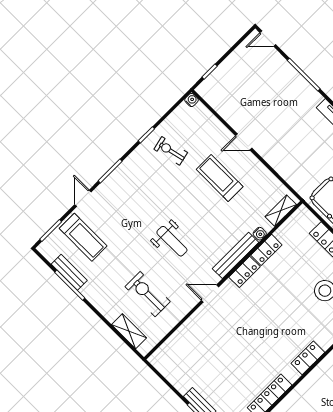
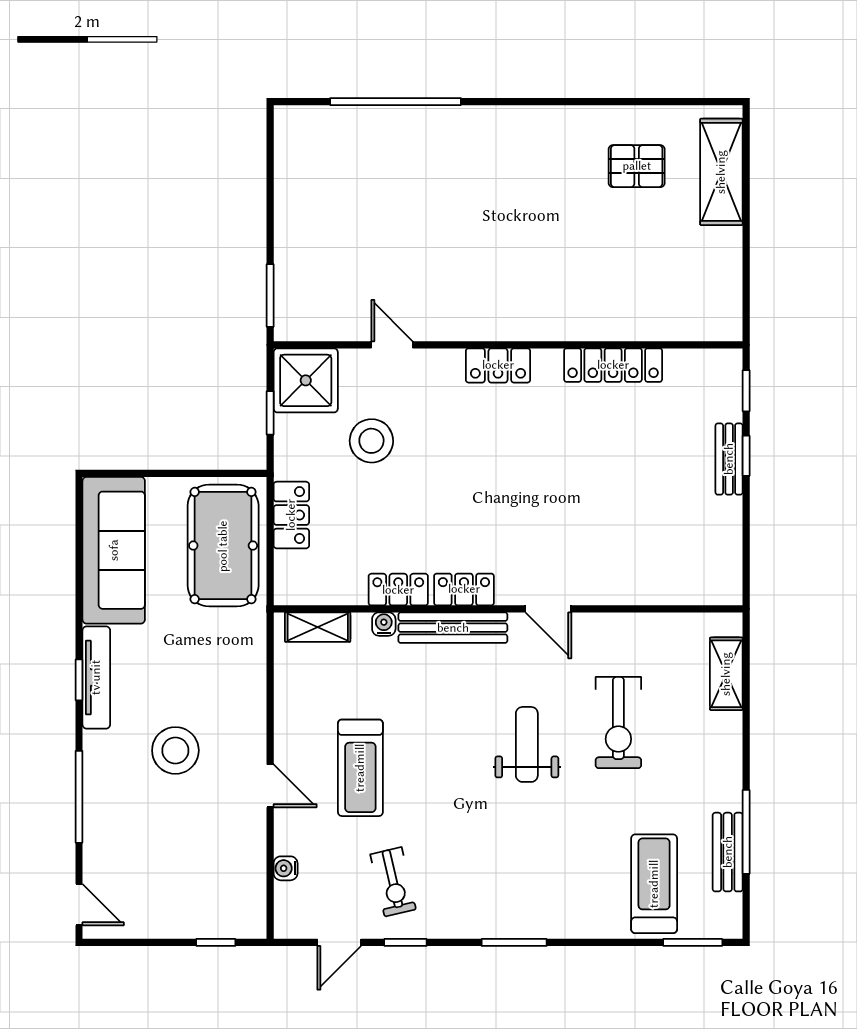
water cooler: (191, 100) -> (286, 868), moved
stool: (287, 122) -> (175, 750), added
door: (83, 198) -> (339, 942), moved
exercise bike: (148, 294) -> (618, 723), moved

